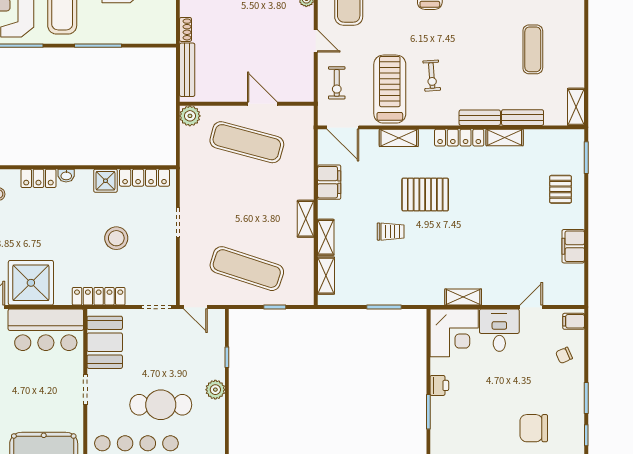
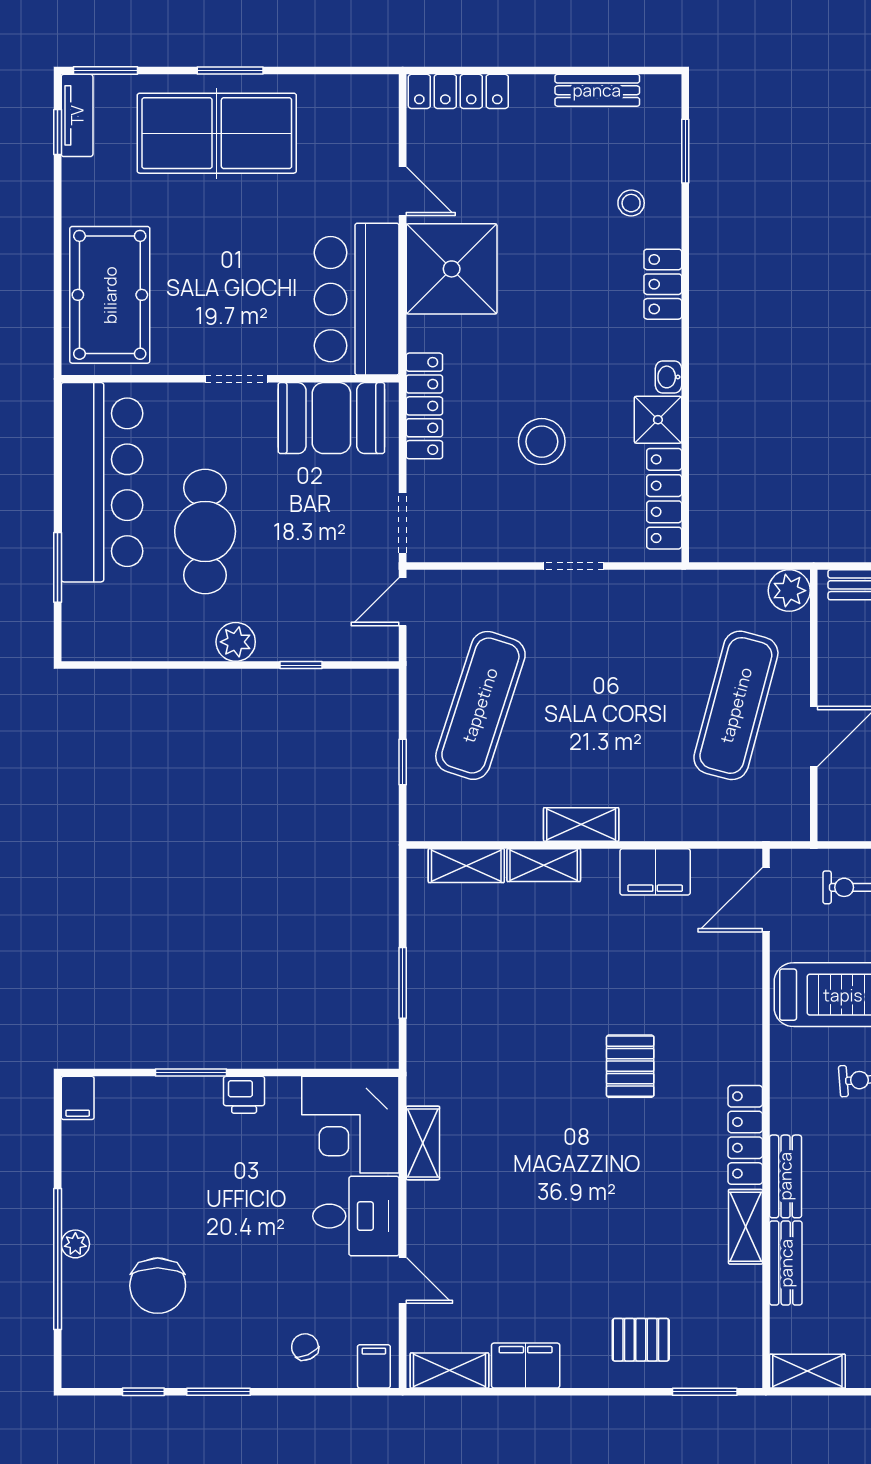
shelving: (399, 138) -> (449, 1370), moved, turned 90
washbasin: (66, 176) -> (668, 377), moved
pallet: (425, 195) -> (630, 1066), width x0.67, depth x0.71
trolley: (391, 232) -> (555, 996), removed
chair: (534, 428) -> (158, 1286), turned 180

